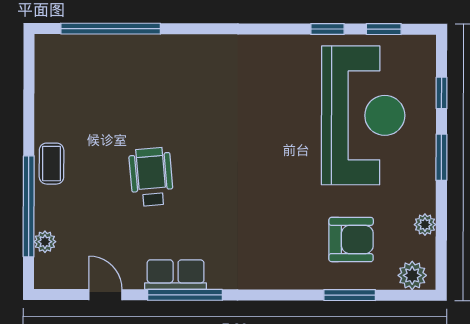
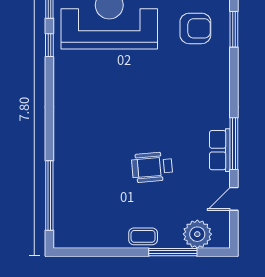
window: (29, 206) -> (173, 252), width x0.68
armchair: (351, 239) -> (195, 28), turned 90
plant: (45, 242) -> (197, 234), width x1.87, depth x1.87

